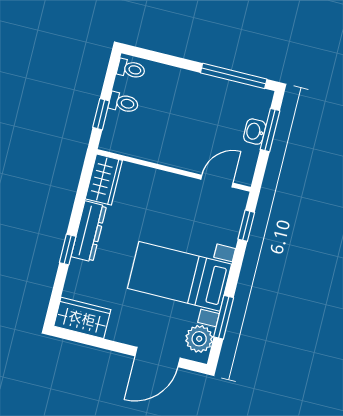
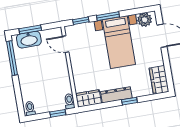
toilet: (124, 103) -> (69, 101), moved
washbasin: (255, 132) -> (29, 40), width x1.91, depth x1.45
window: (224, 317) -> (108, 16), moved

